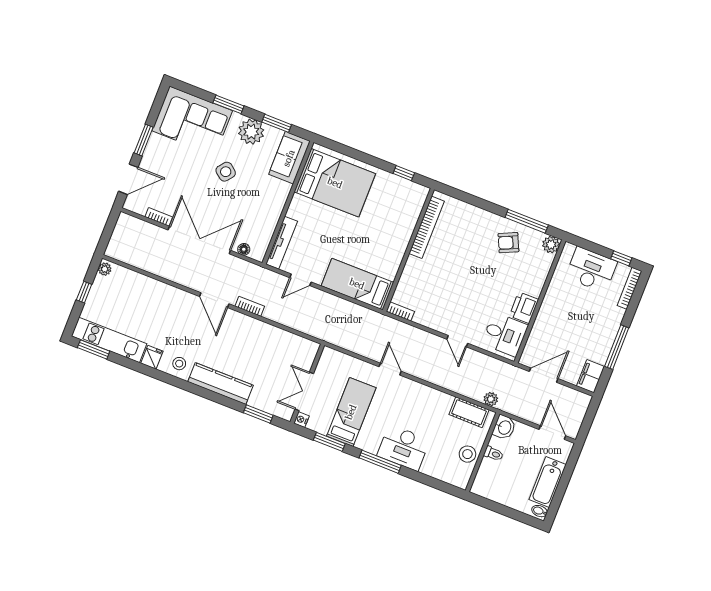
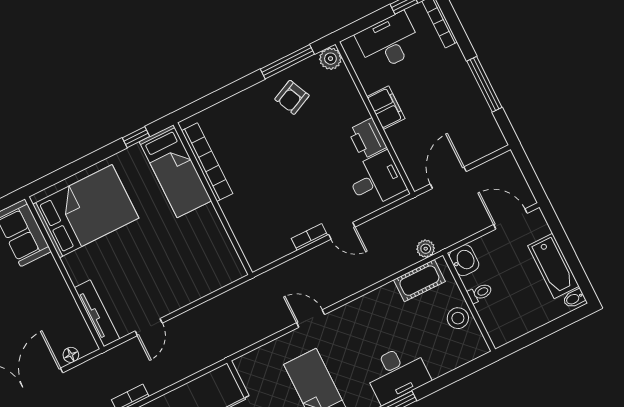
bed: (357, 284) -> (175, 171), moved, turned -90
bookcase: (400, 311) -> (309, 237), moved
filing cabinet: (591, 376) -> (386, 108), moved, turned 180

